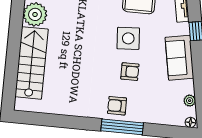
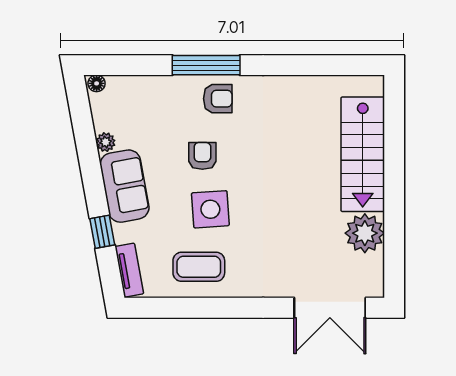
armchair: (130, 72) -> (202, 156), turned 90
plant: (190, 101) -> (106, 142), moved

